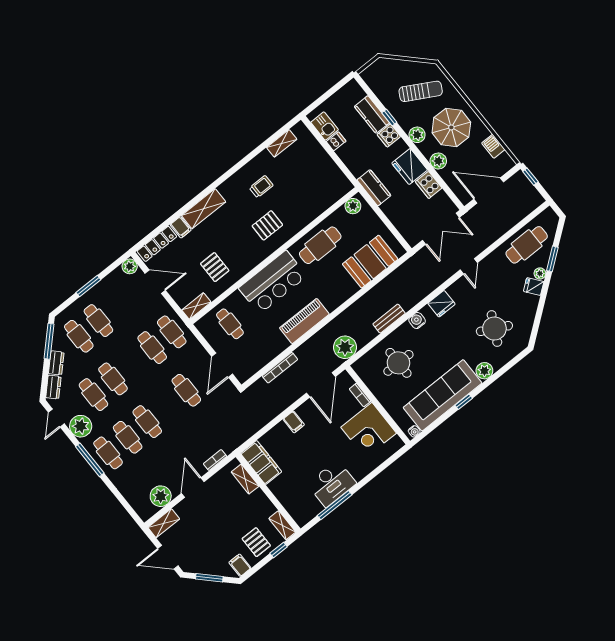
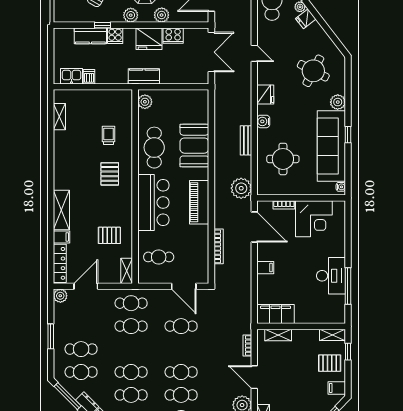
trolley: (261, 187) -> (108, 135), moved
booth: (370, 262) -> (194, 146), moved

